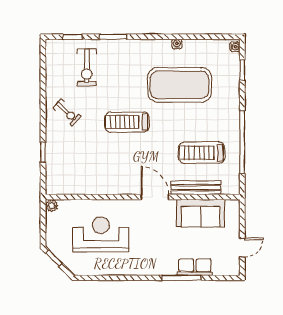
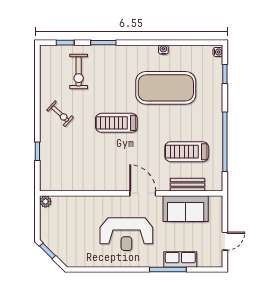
bench: (196, 188) -> (187, 185), width x0.73
reception desk: (101, 234) -> (126, 234), moved, turned 180

